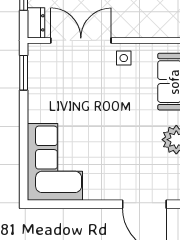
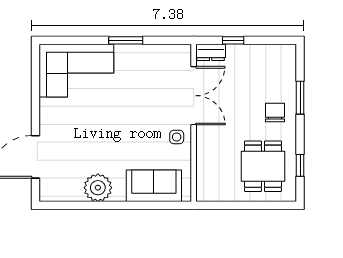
window: (24, 73) -> (126, 40), moved

